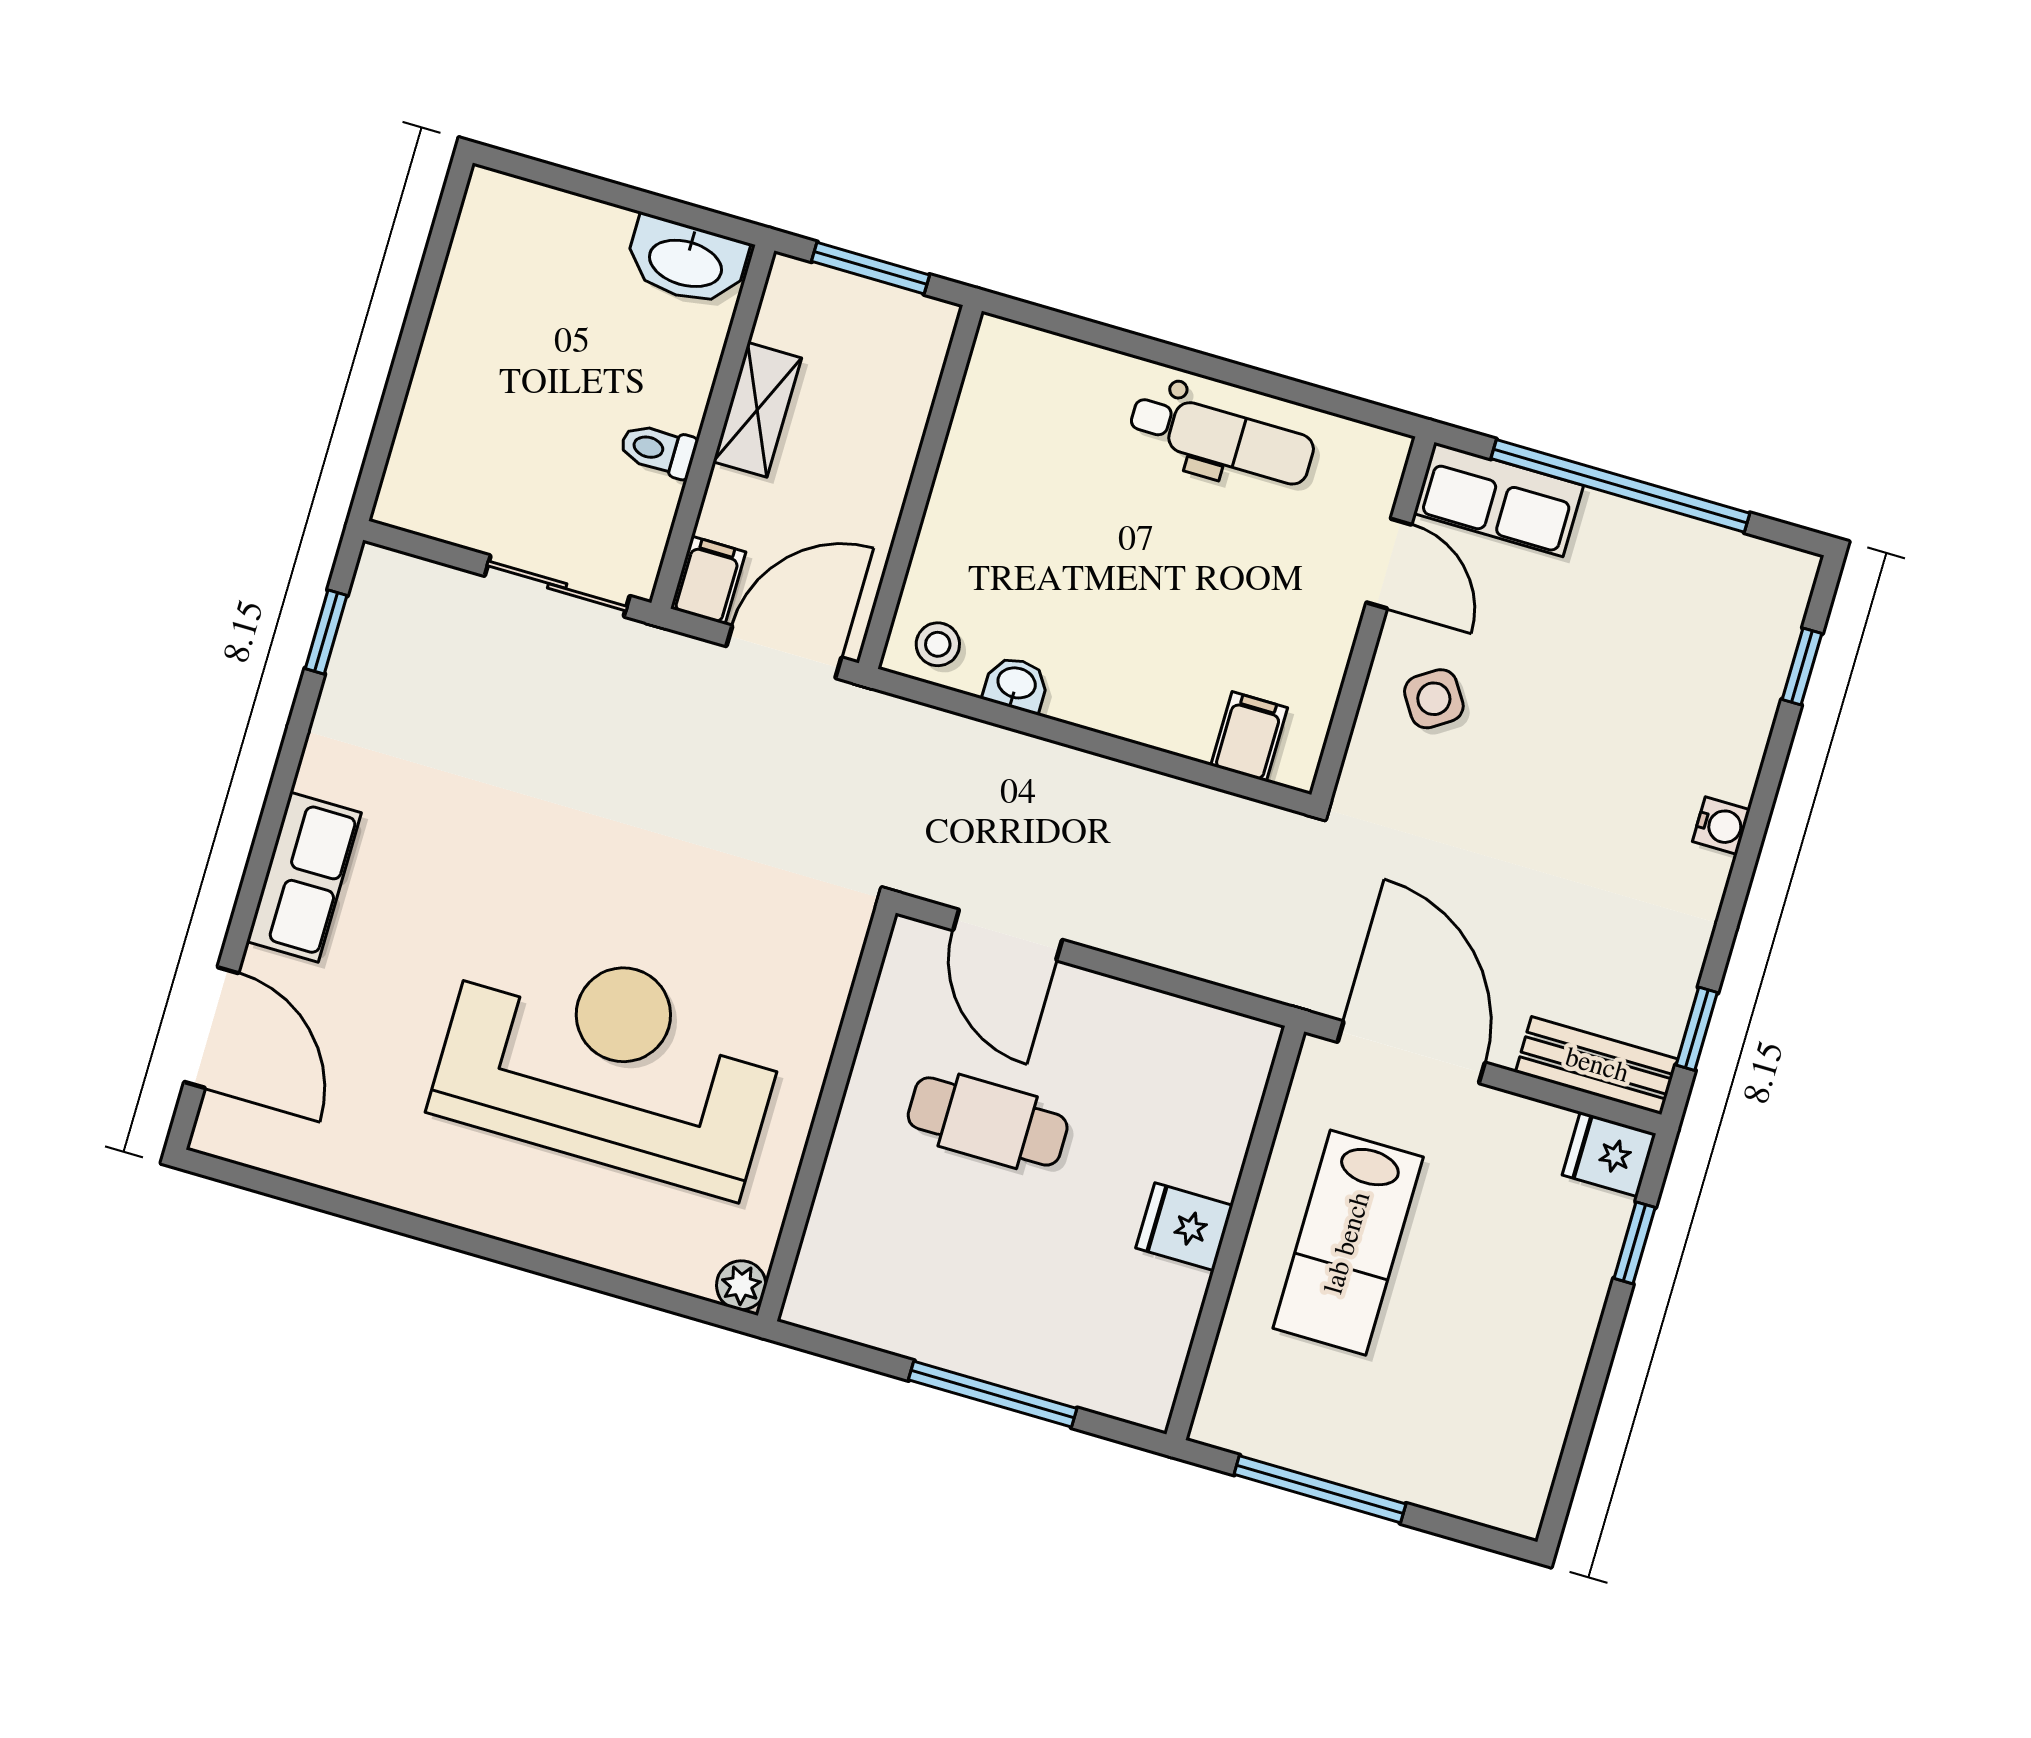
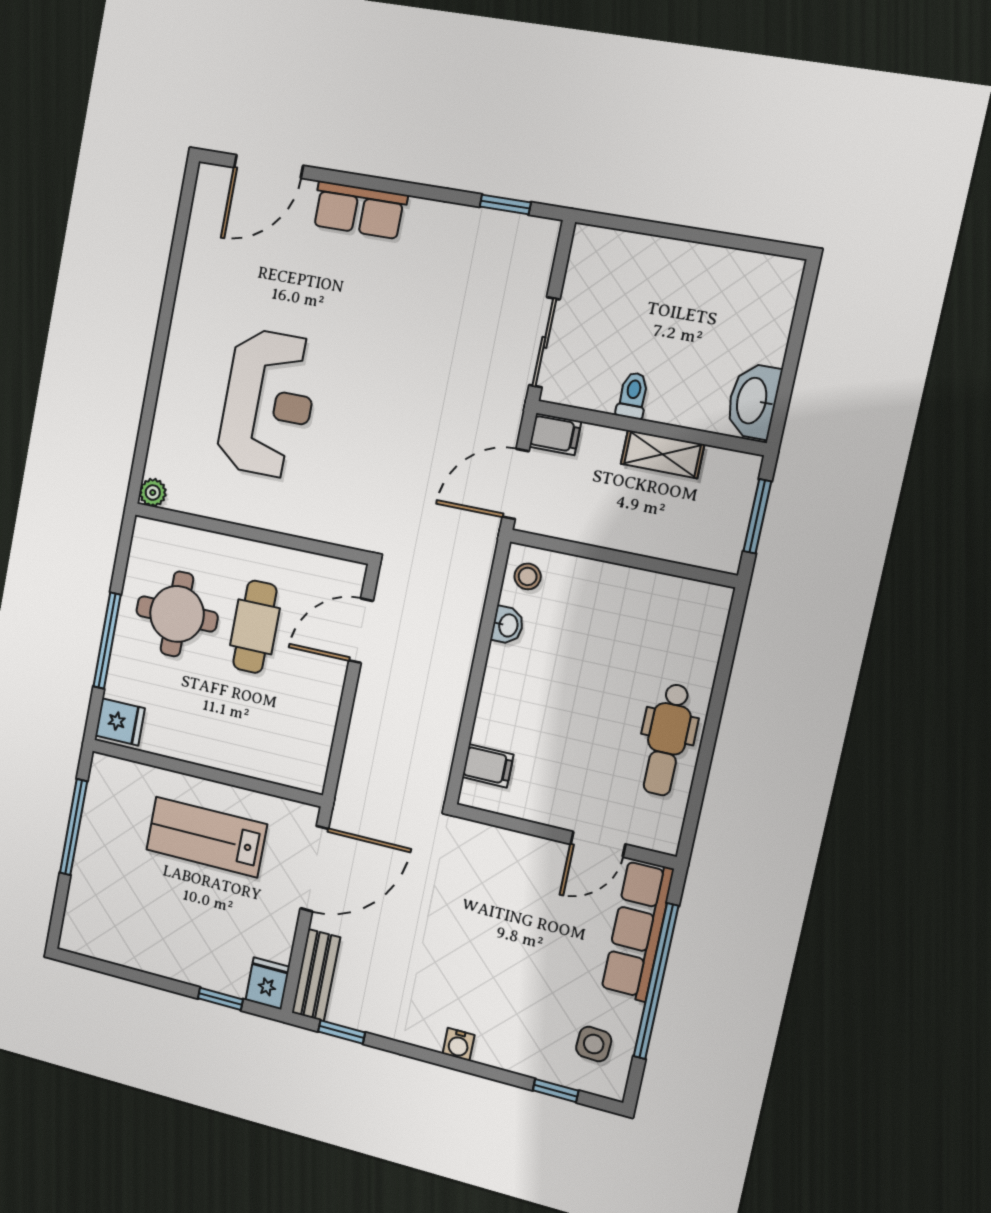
row of seats: (1499, 499) -> (637, 930), width x1.48
door: (784, 652) -> (516, 484), swing flipped
side table: (1434, 699) -> (594, 1044), moved, turned 36
reception desk: (609, 1064) -> (268, 404), width x0.74, depth x0.77
fridge: (1184, 1227) -> (120, 722), moved, turned 90
round table: (955, 1260) -> (177, 614), added

